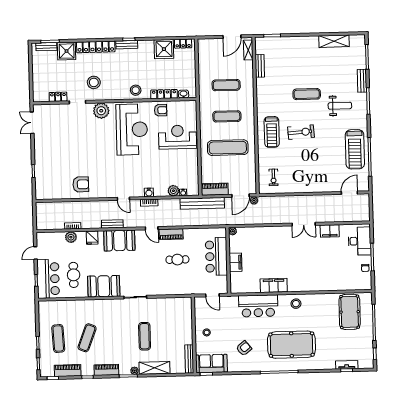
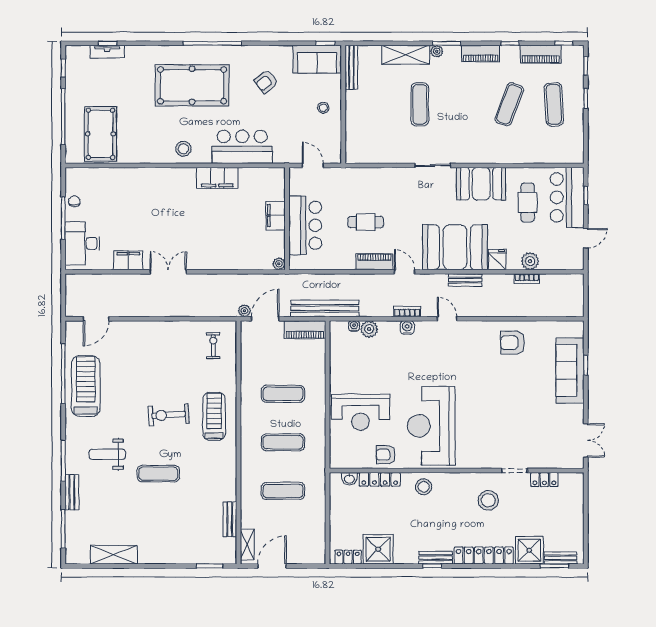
plant: (101, 111) -> (478, 456), removed
exercise mat: (228, 148) -> (283, 394), width x0.73, depth x0.69
sofa: (43, 168) -> (570, 370), added
booth: (119, 241) -> (455, 247), width x1.36, depth x1.42

